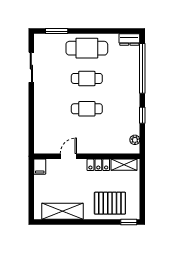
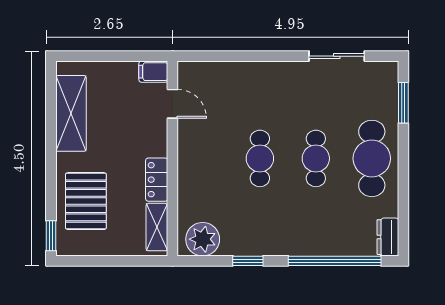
plant: (135, 140) -> (203, 239), width x1.87, depth x1.87
door: (68, 156) -> (172, 104), moved

